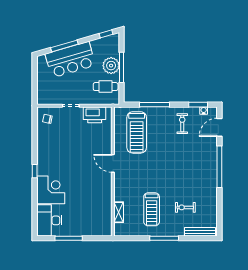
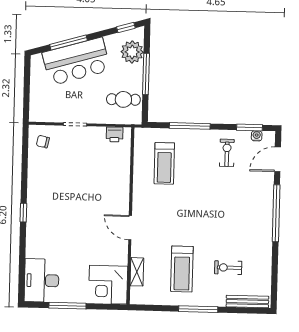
plant: (111, 66) -> (132, 52), moved
printer: (95, 115) -> (115, 134), width x0.53, depth x0.68
treadmill: (137, 132) -> (164, 163), width x0.73, depth x0.73
door: (113, 163) -> (130, 228), moved
corner desk: (51, 190) -> (108, 285), moved, turned 180

